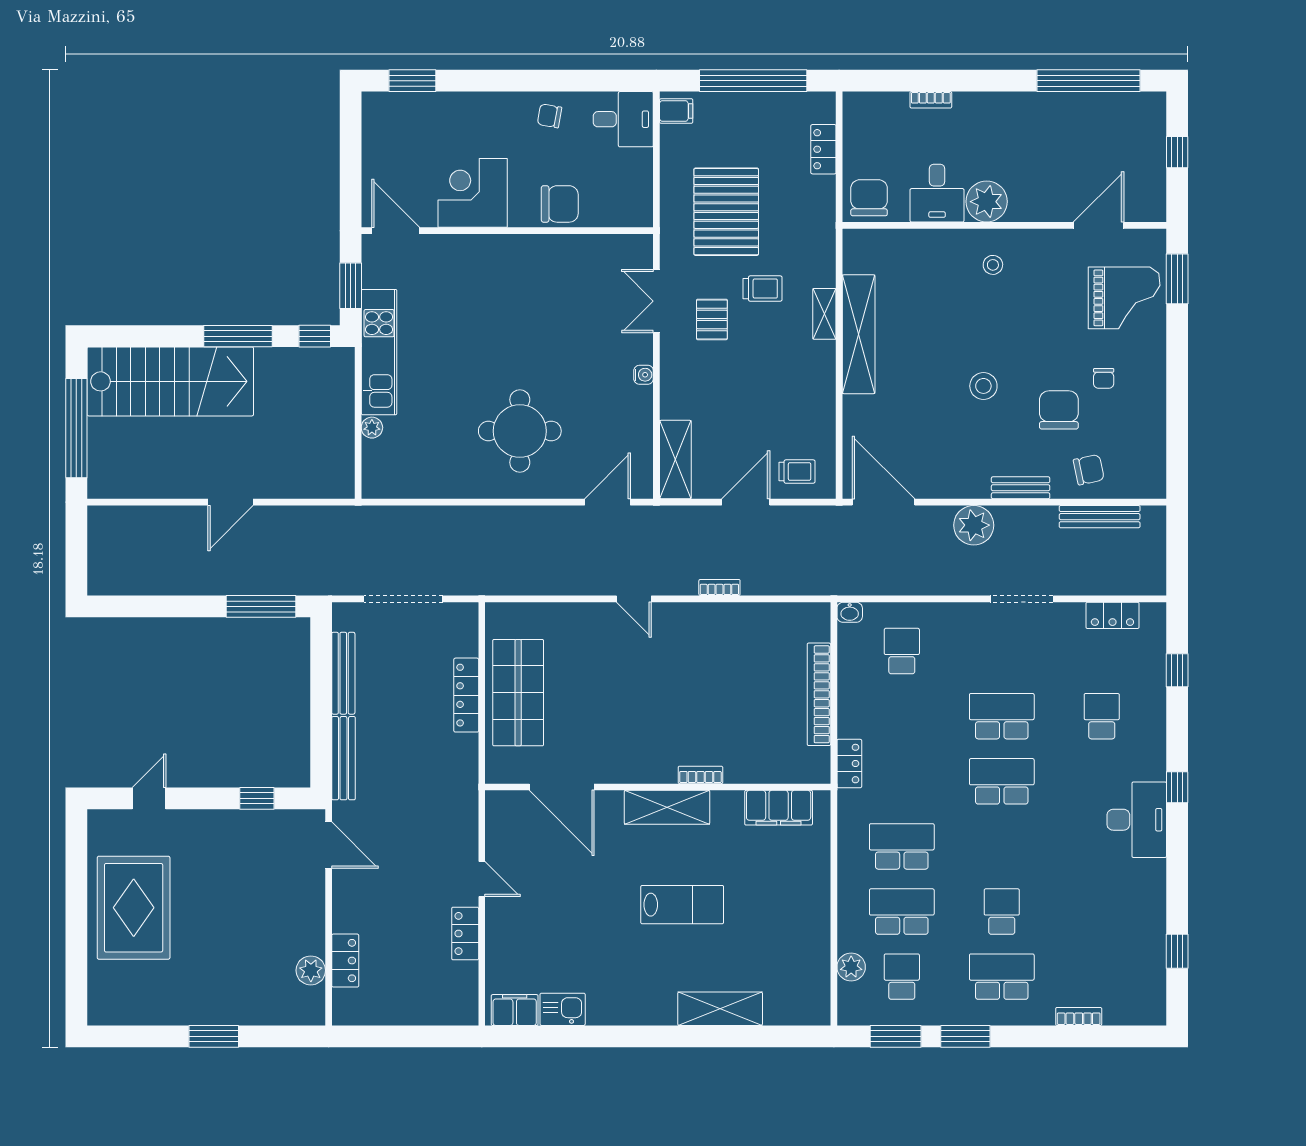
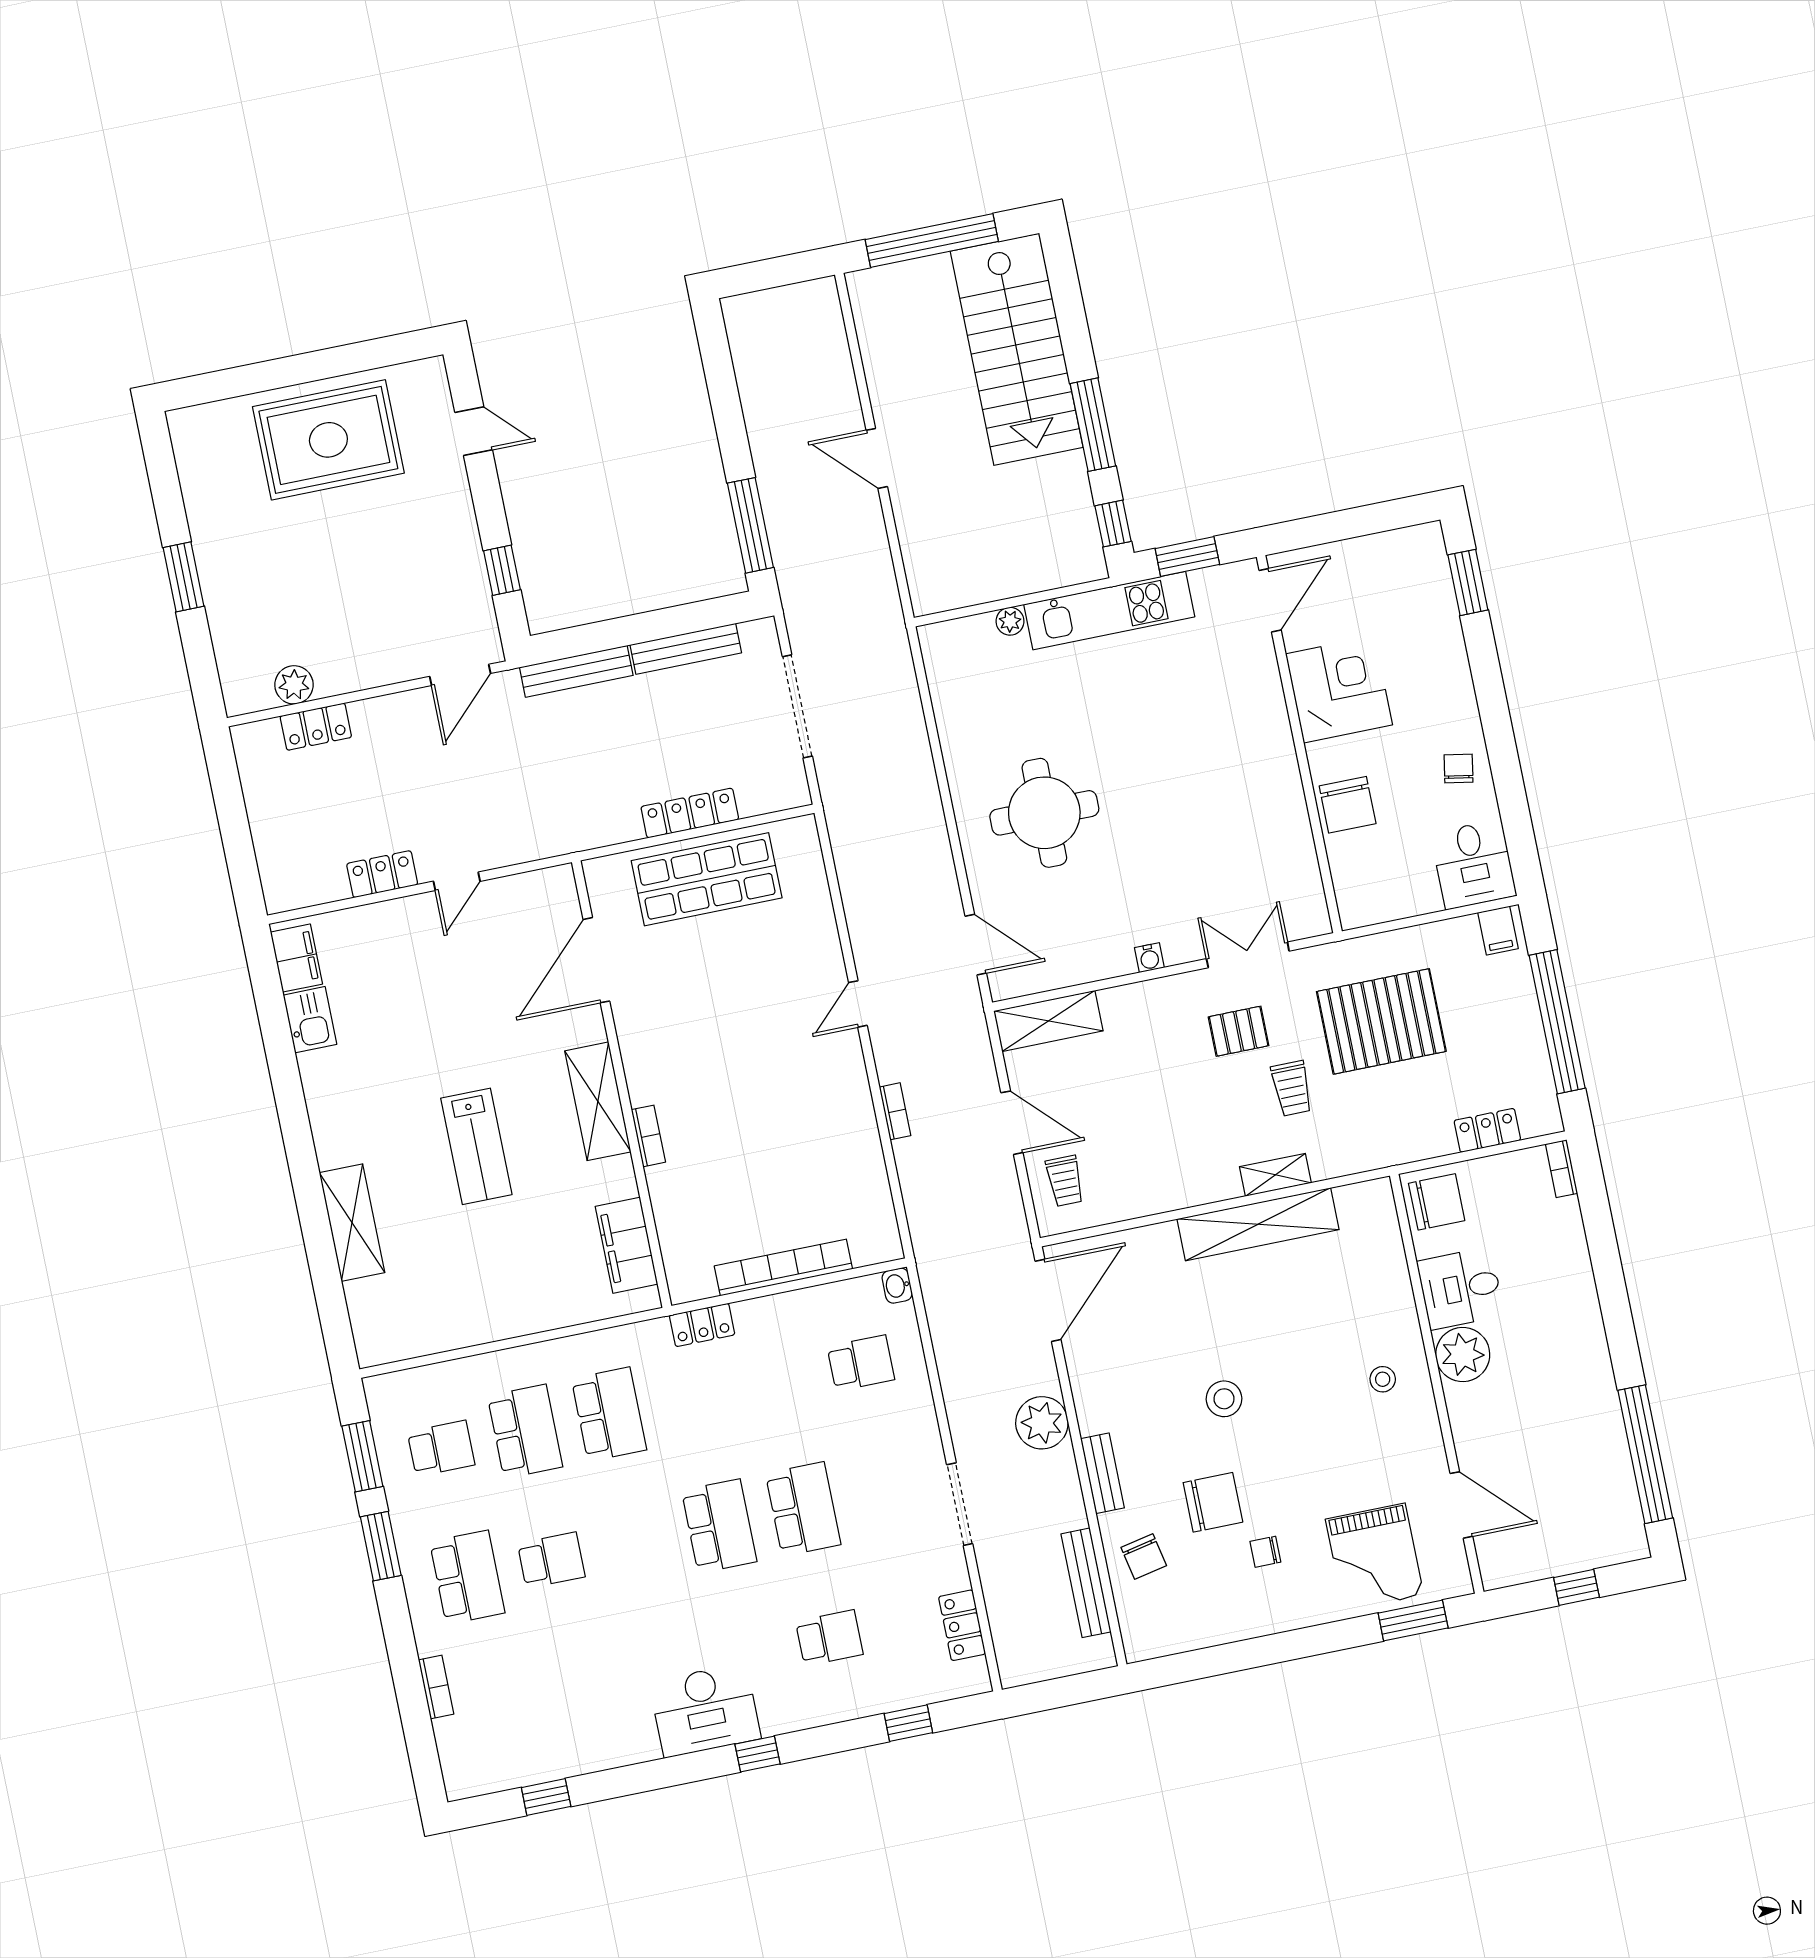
bookcase: (931, 100) -> (1561, 1169), moved
plant: (851, 967) -> (440, 1381), removed

